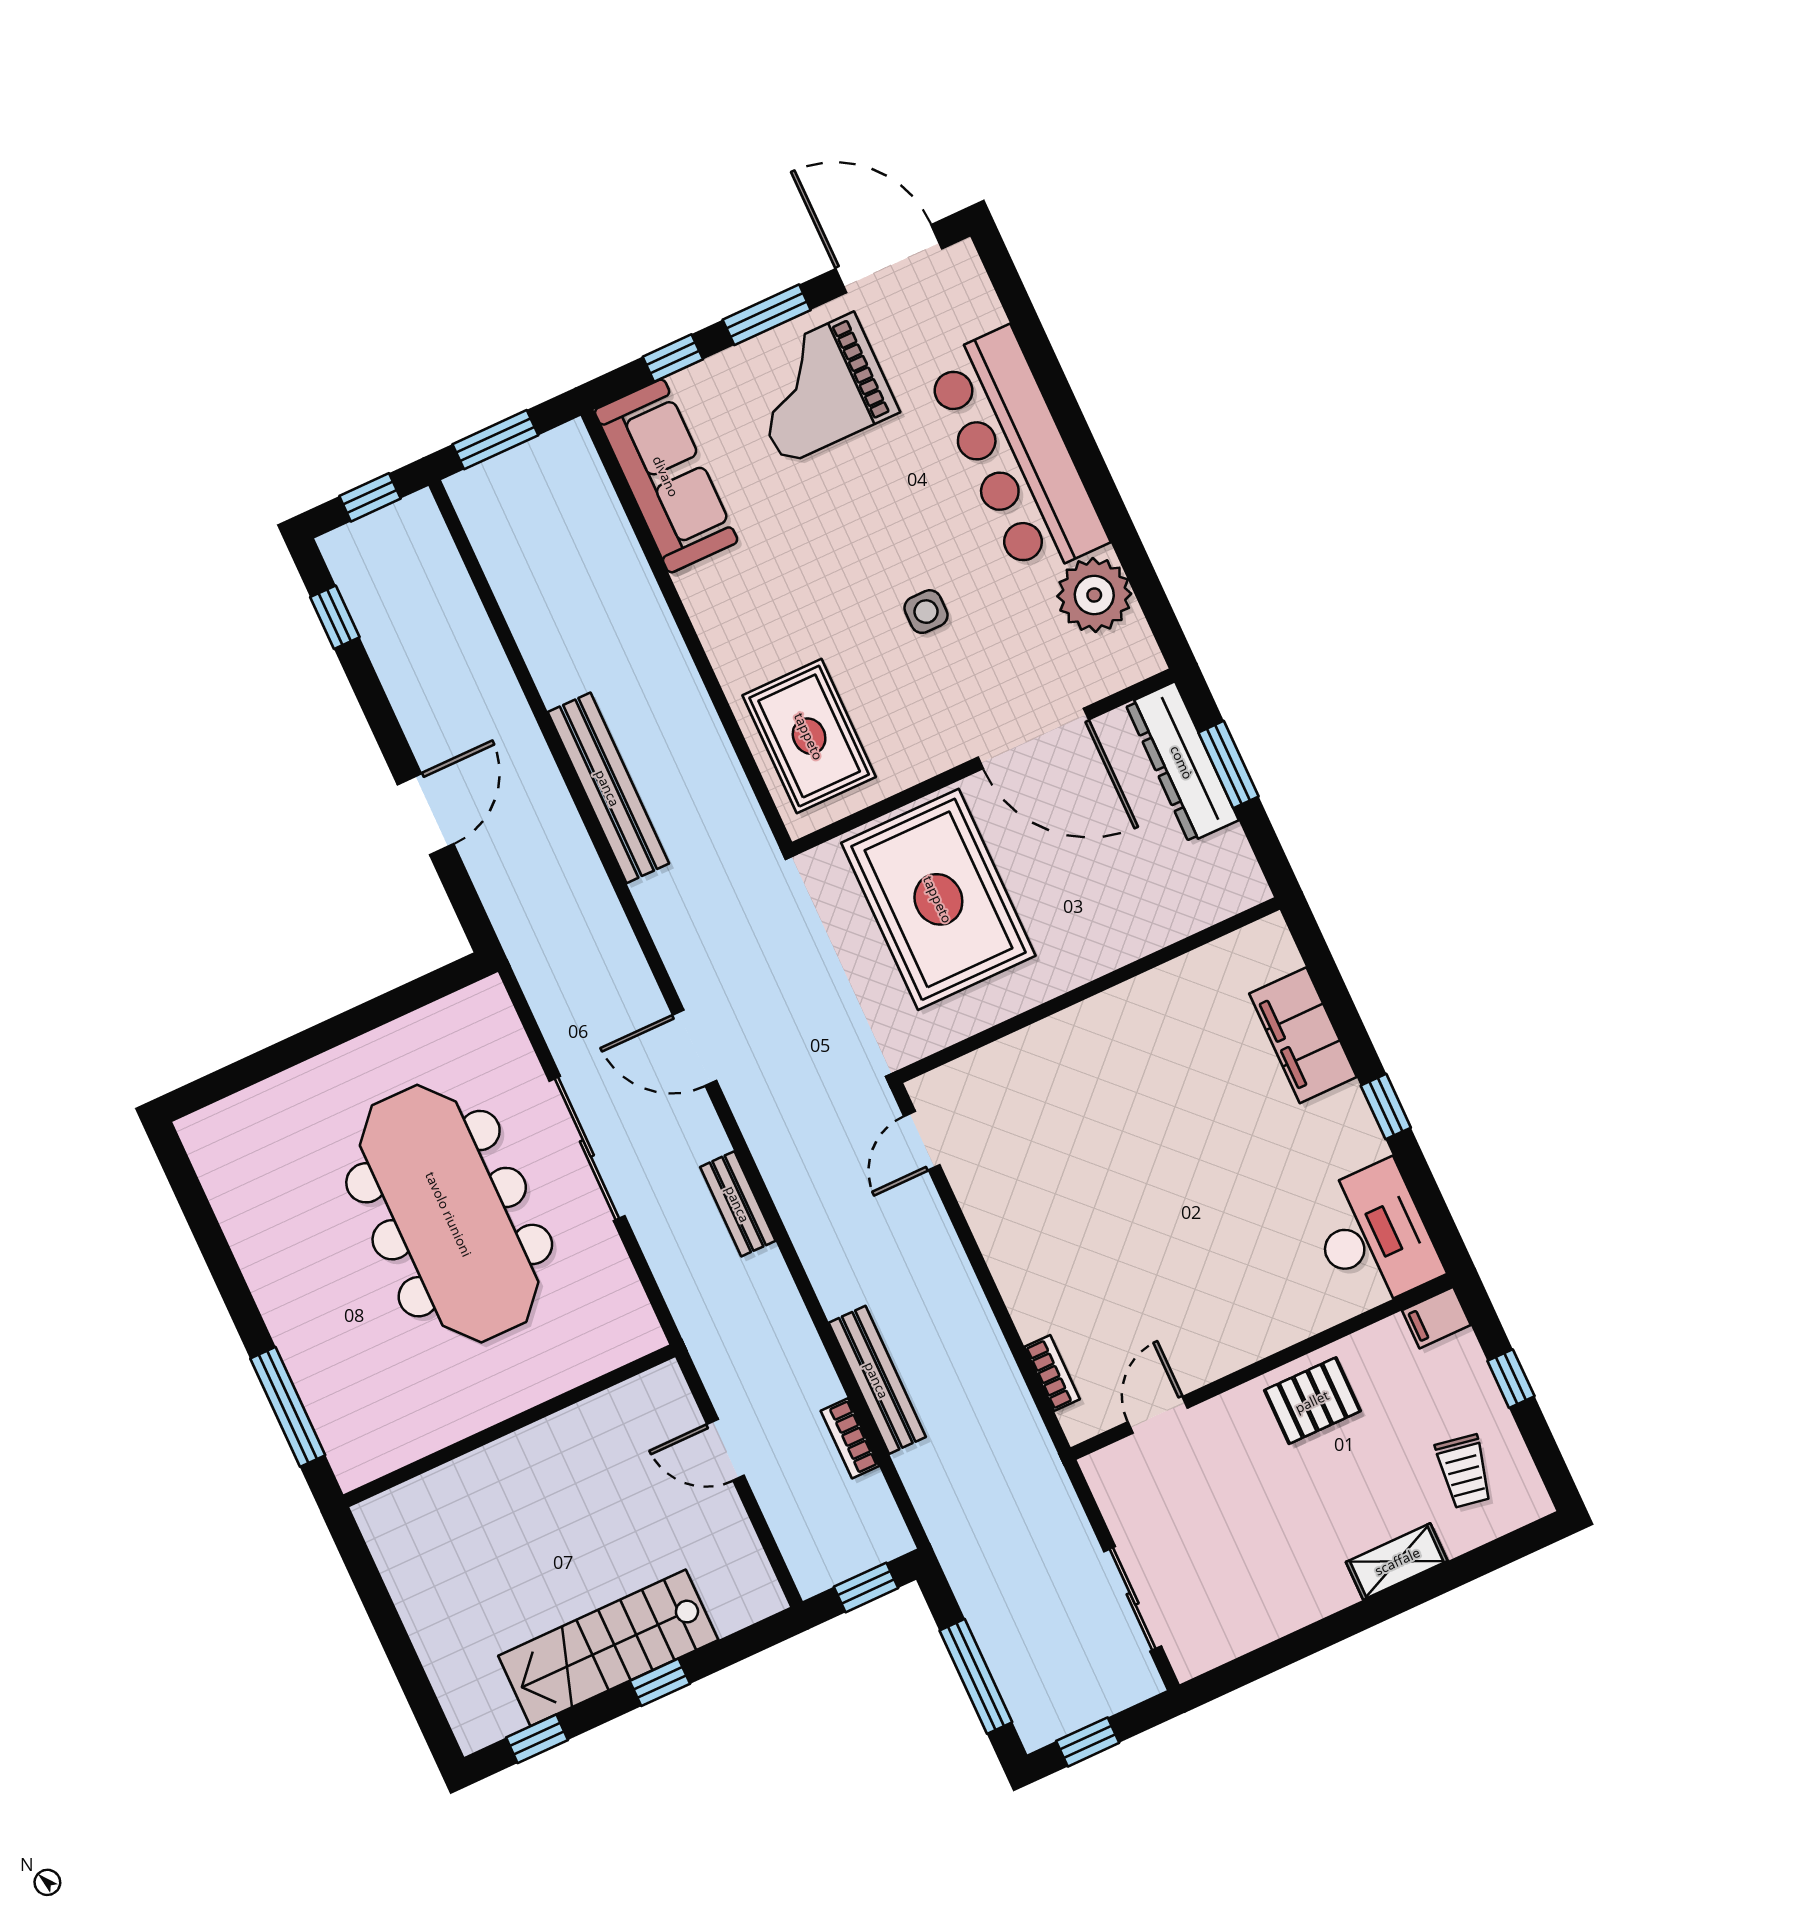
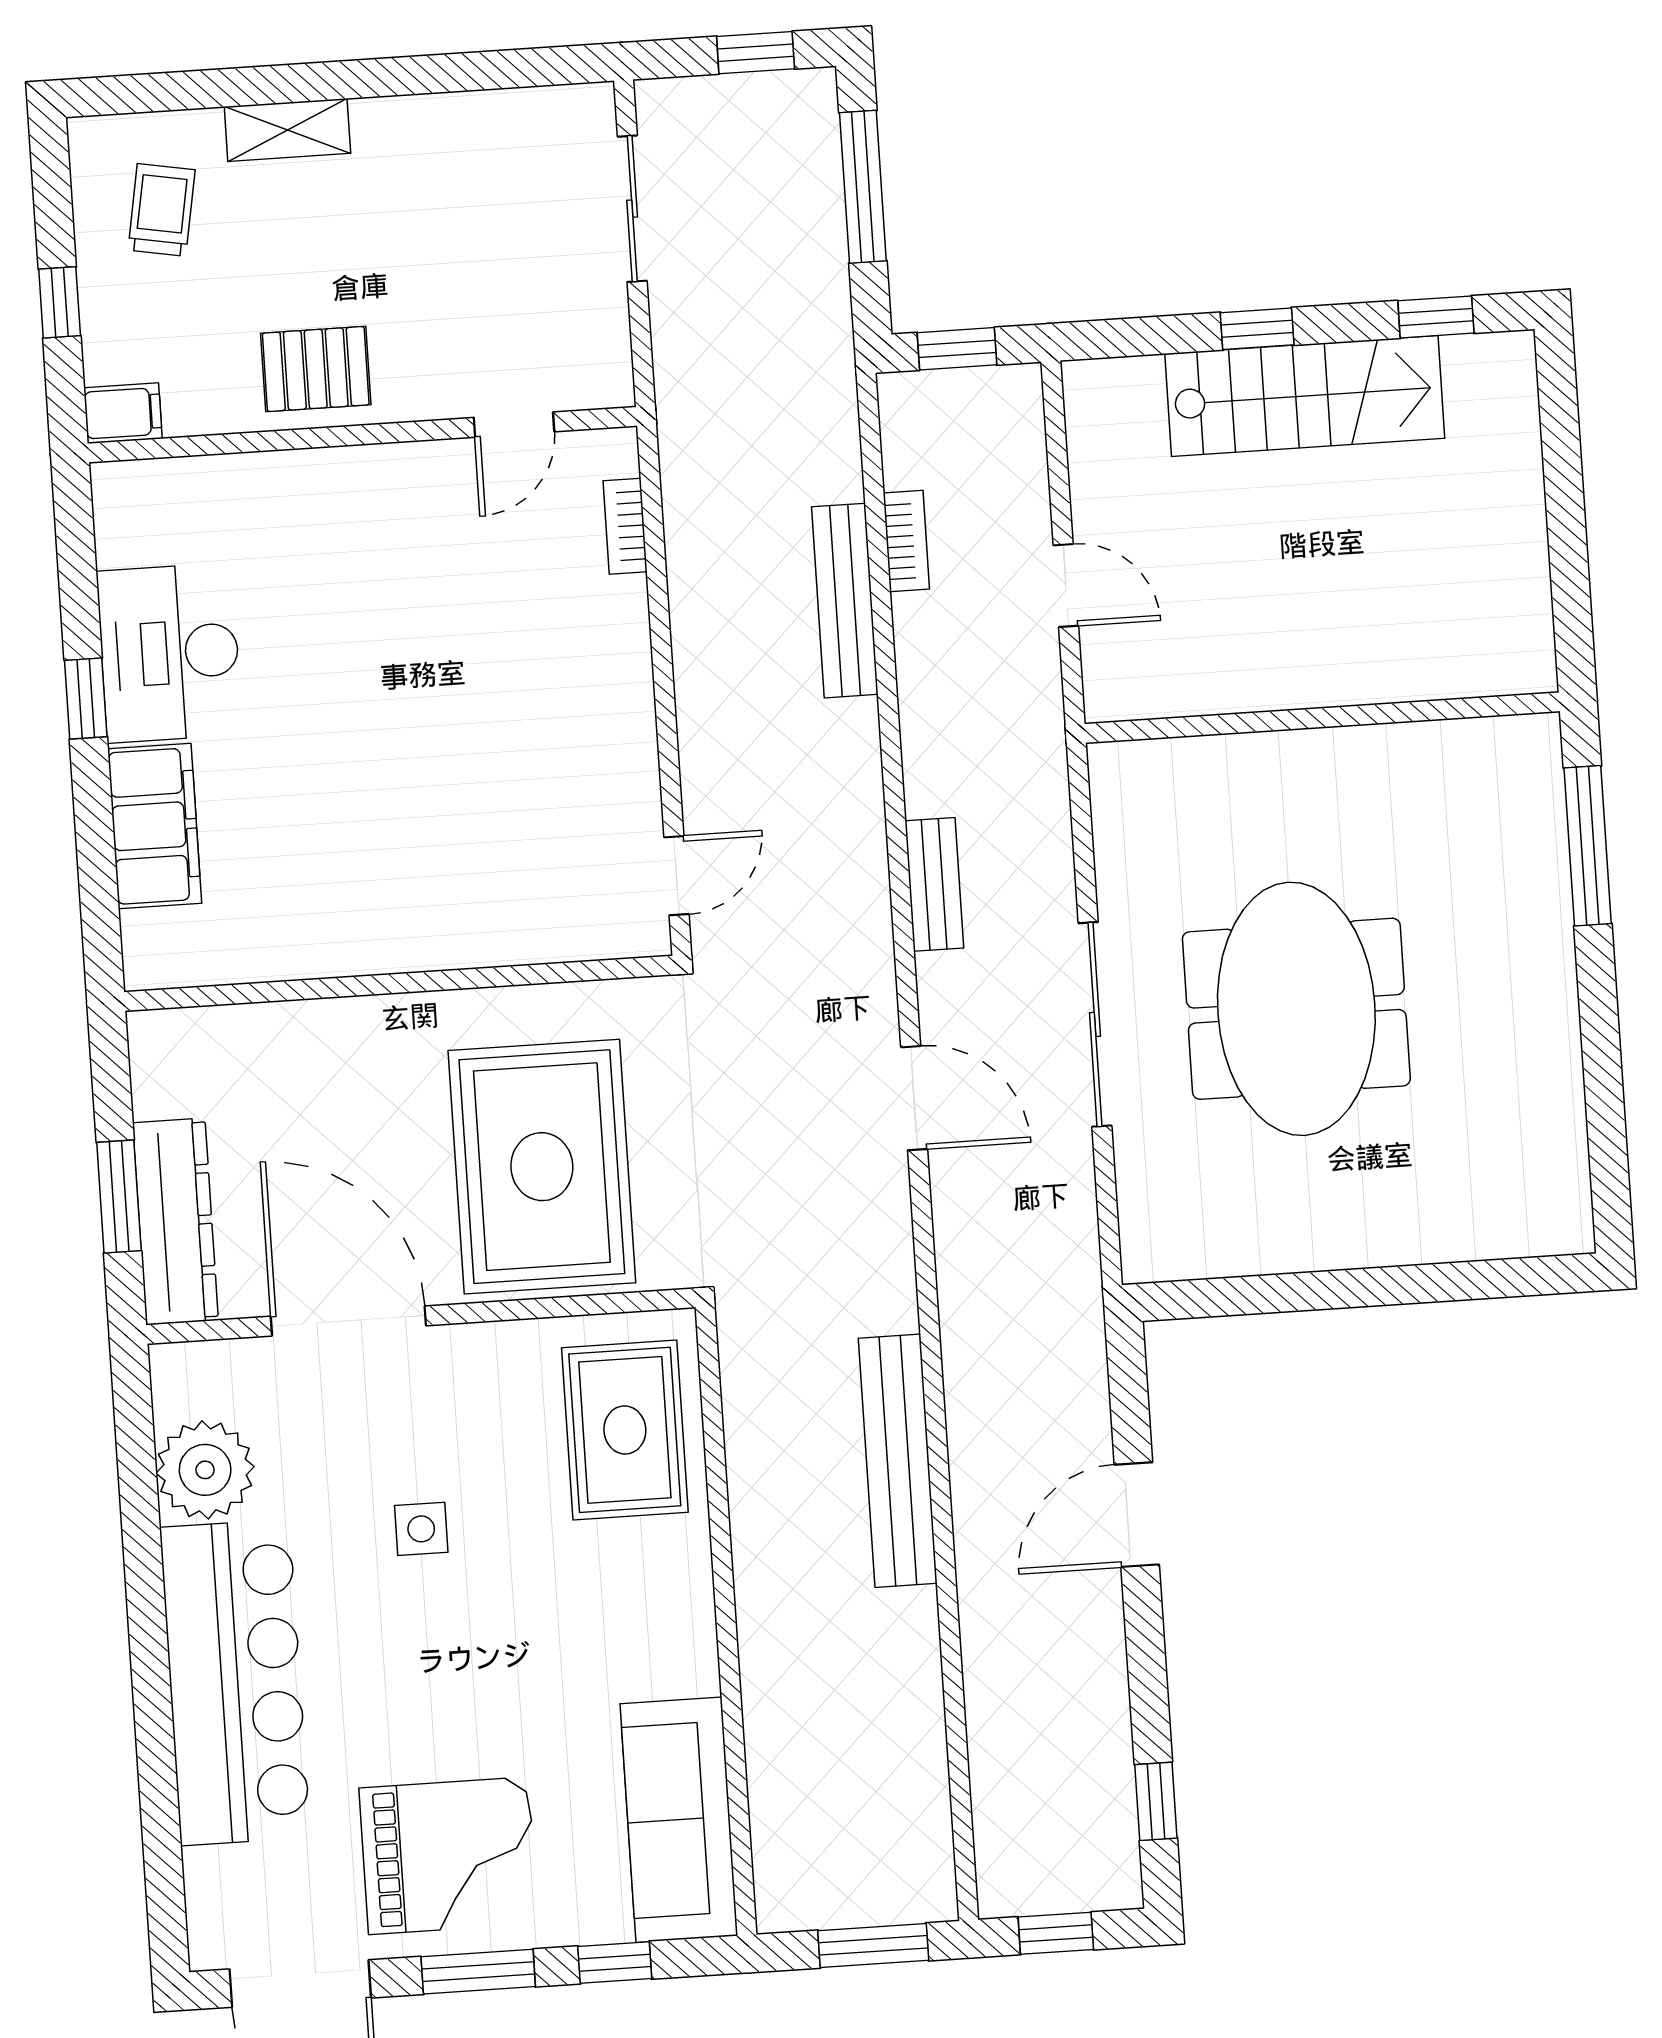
meeting table: (449, 1214) -> (1296, 1009), width x0.73
desk: (1374, 1236) -> (169, 653), moved

